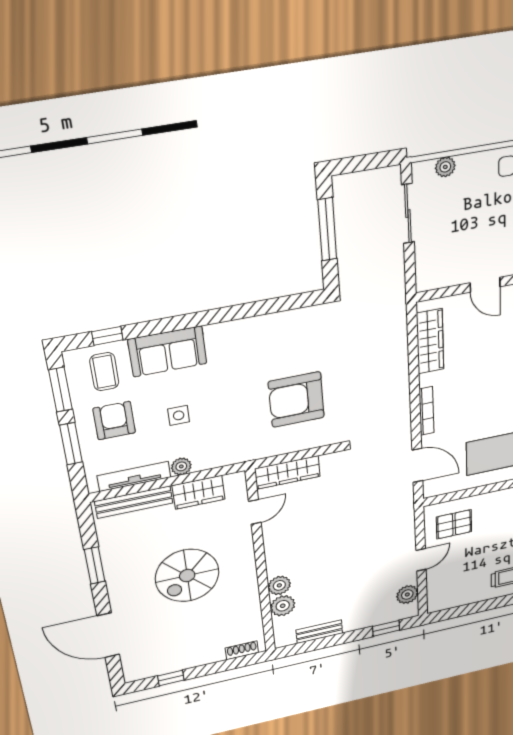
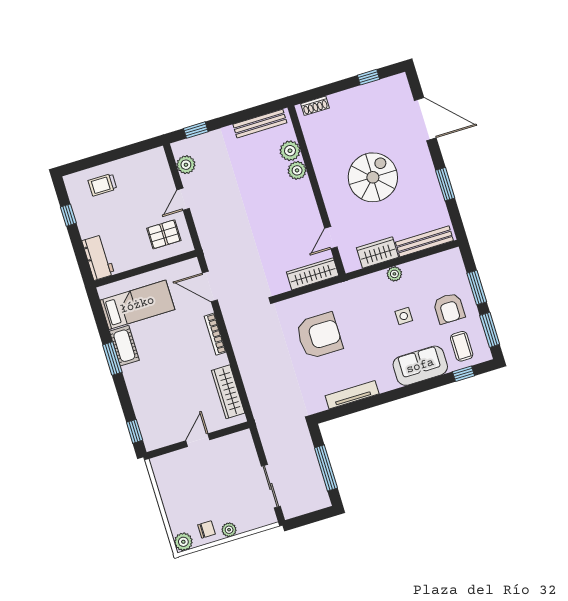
plant: (445, 167) -> (229, 530), moved
door: (485, 285) -> (198, 440), hinge flipped
tv unit: (134, 476) -> (352, 395), moved, turned 180
bench: (319, 632) -> (260, 124), width x1.36

